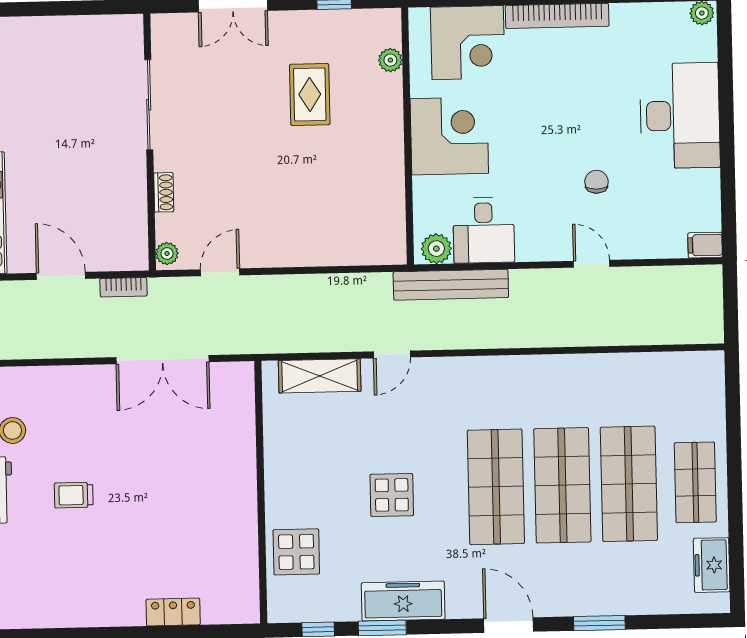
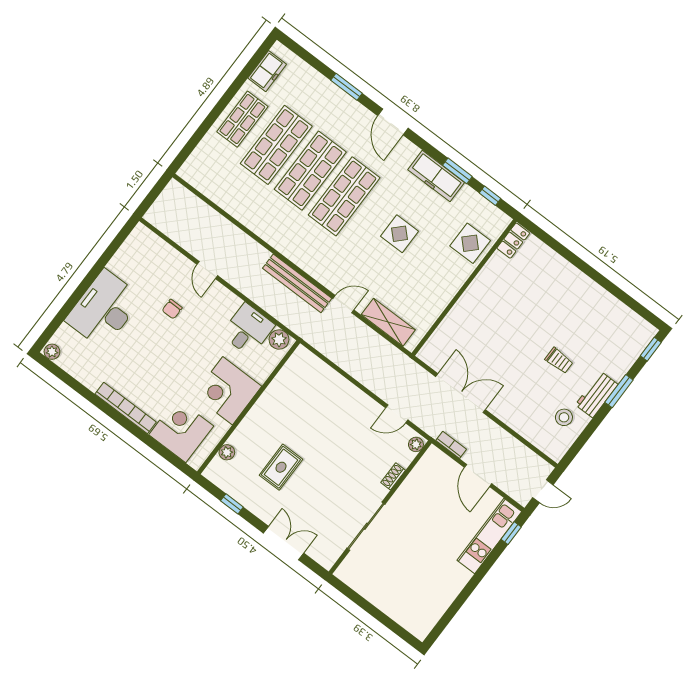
filing cabinet: (705, 245) -> (143, 234), removed
bench: (451, 285) -> (297, 283), moved
locker: (173, 612) -> (513, 241), moved, turned -90

